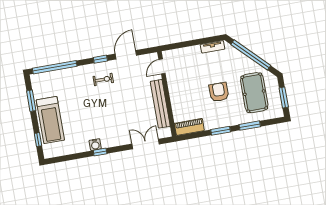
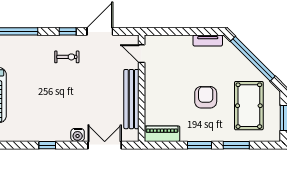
door: (162, 66) -> (142, 54), hinge flipped
water cooler: (95, 145) -> (78, 135), moved

